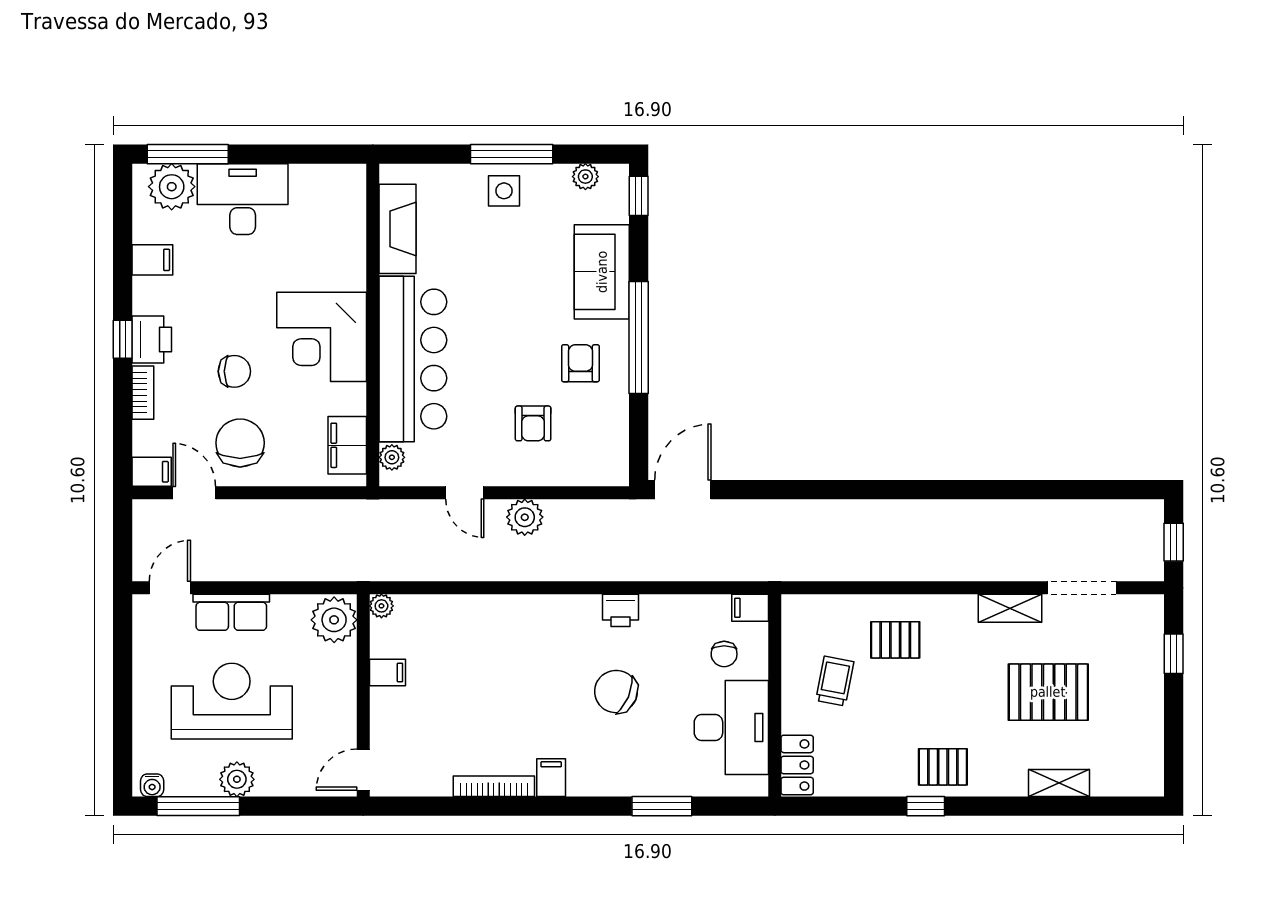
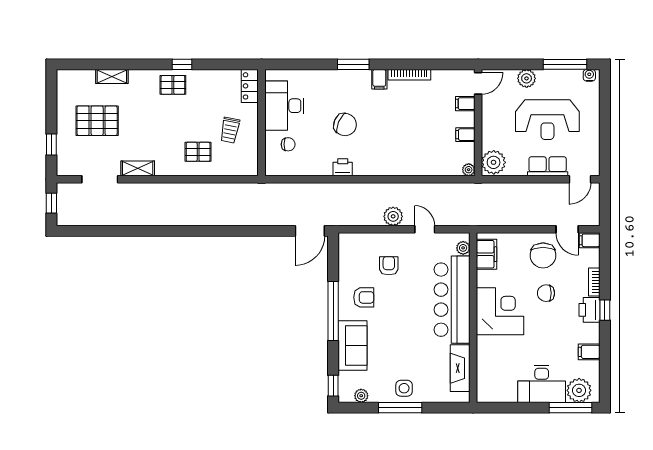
armchair: (580, 363) -> (364, 297), turned -90
filing cabinet: (750, 608) -> (465, 104), moved, turned 180
chair: (724, 654) -> (288, 144), turned 90
pallet: (1048, 692) -> (97, 121), moved
plant: (237, 779) -> (527, 78), moved
window: (662, 806) -> (353, 64), moved

